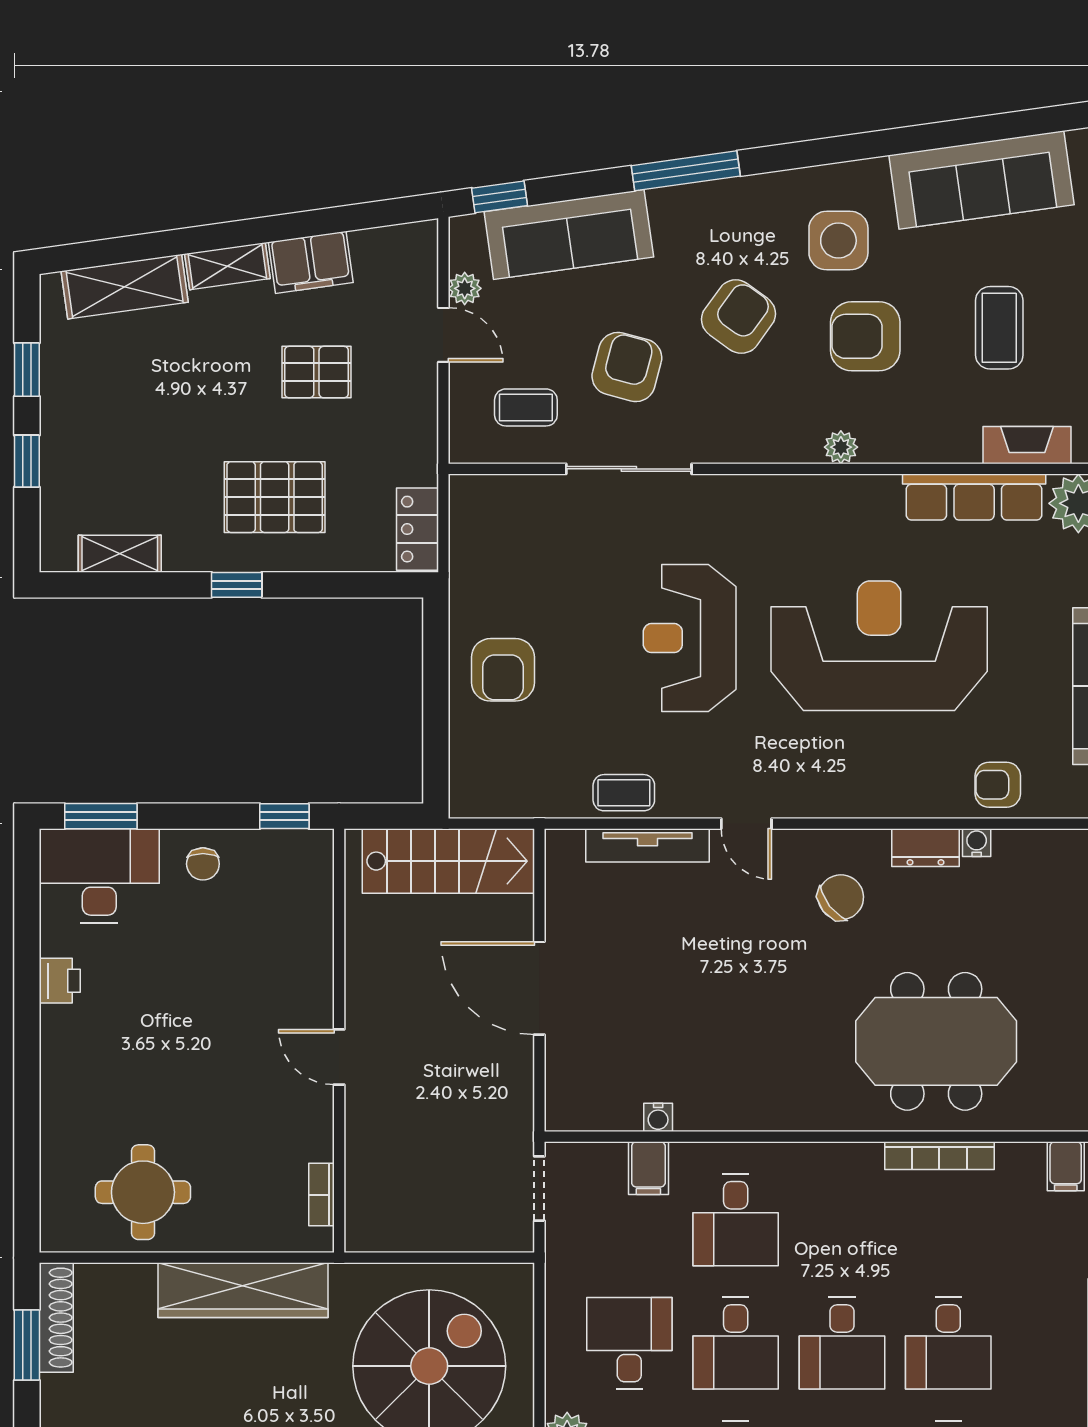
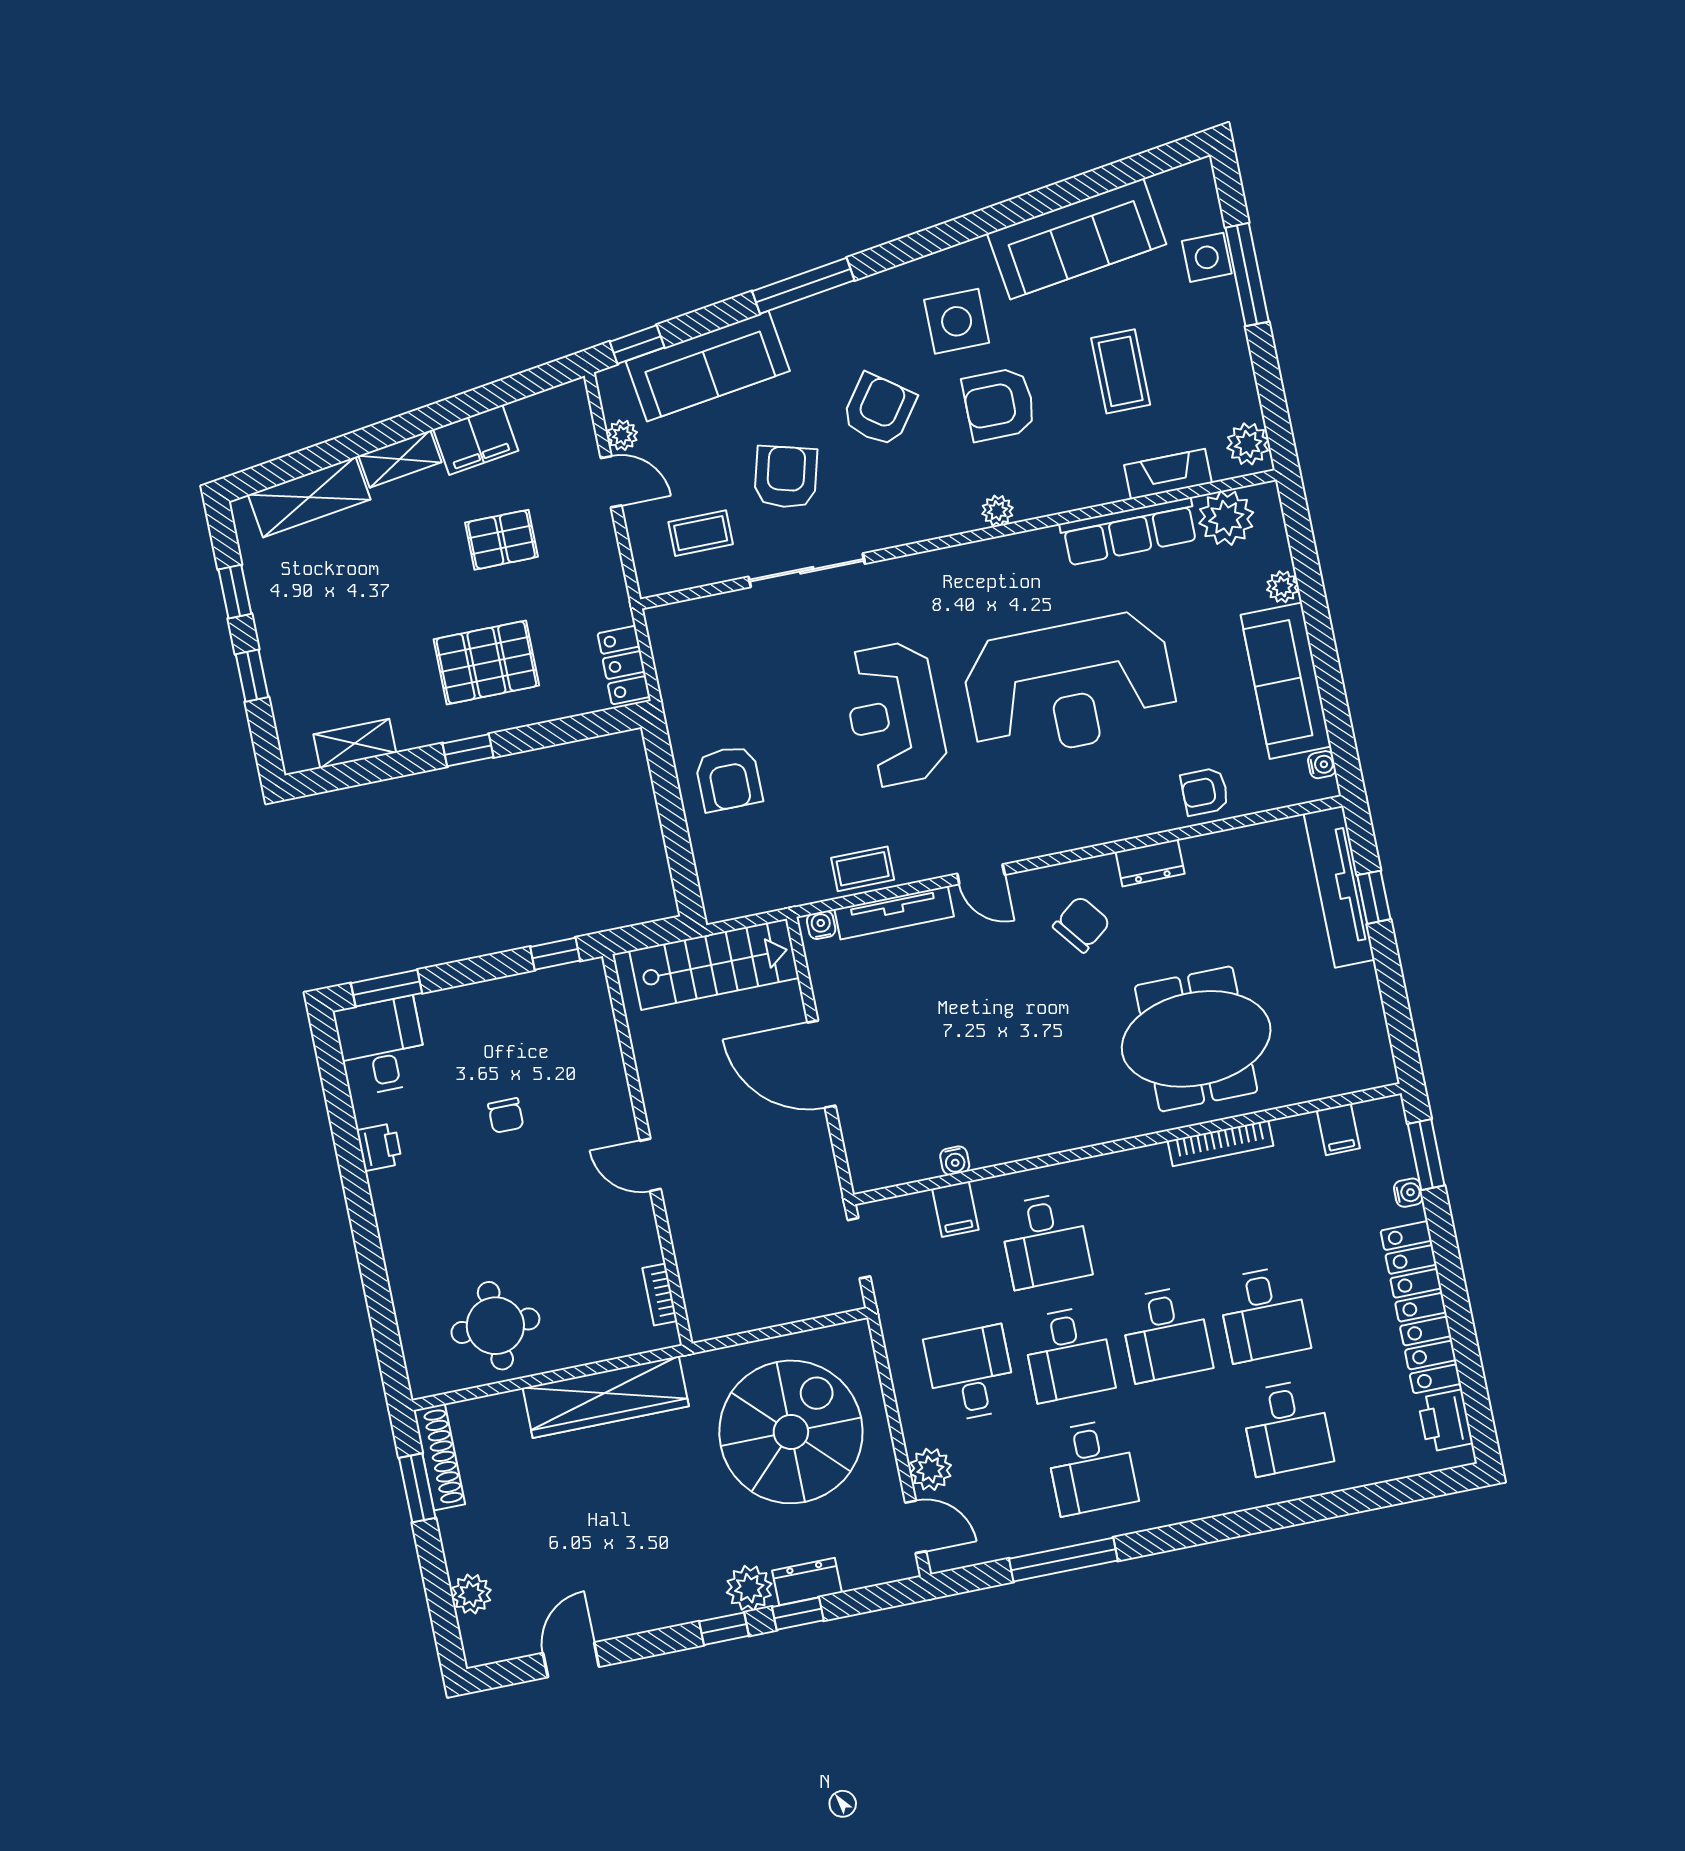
reception desk: (879, 646) -> (1070, 686), turned 180
water cooler: (977, 843) -> (821, 925), moved
chair: (203, 864) -> (506, 1115), moved
desk: (99, 876) -> (381, 1046), width x0.73

